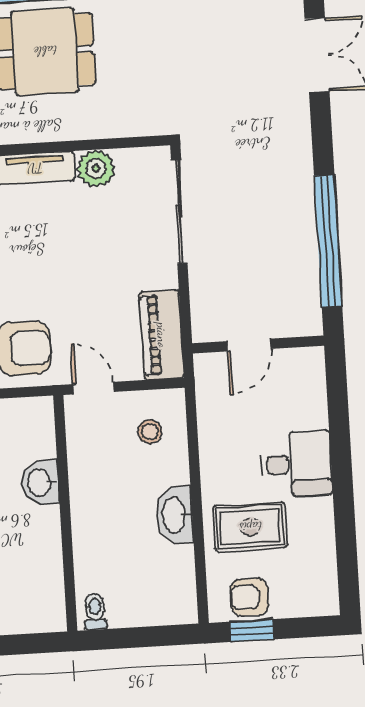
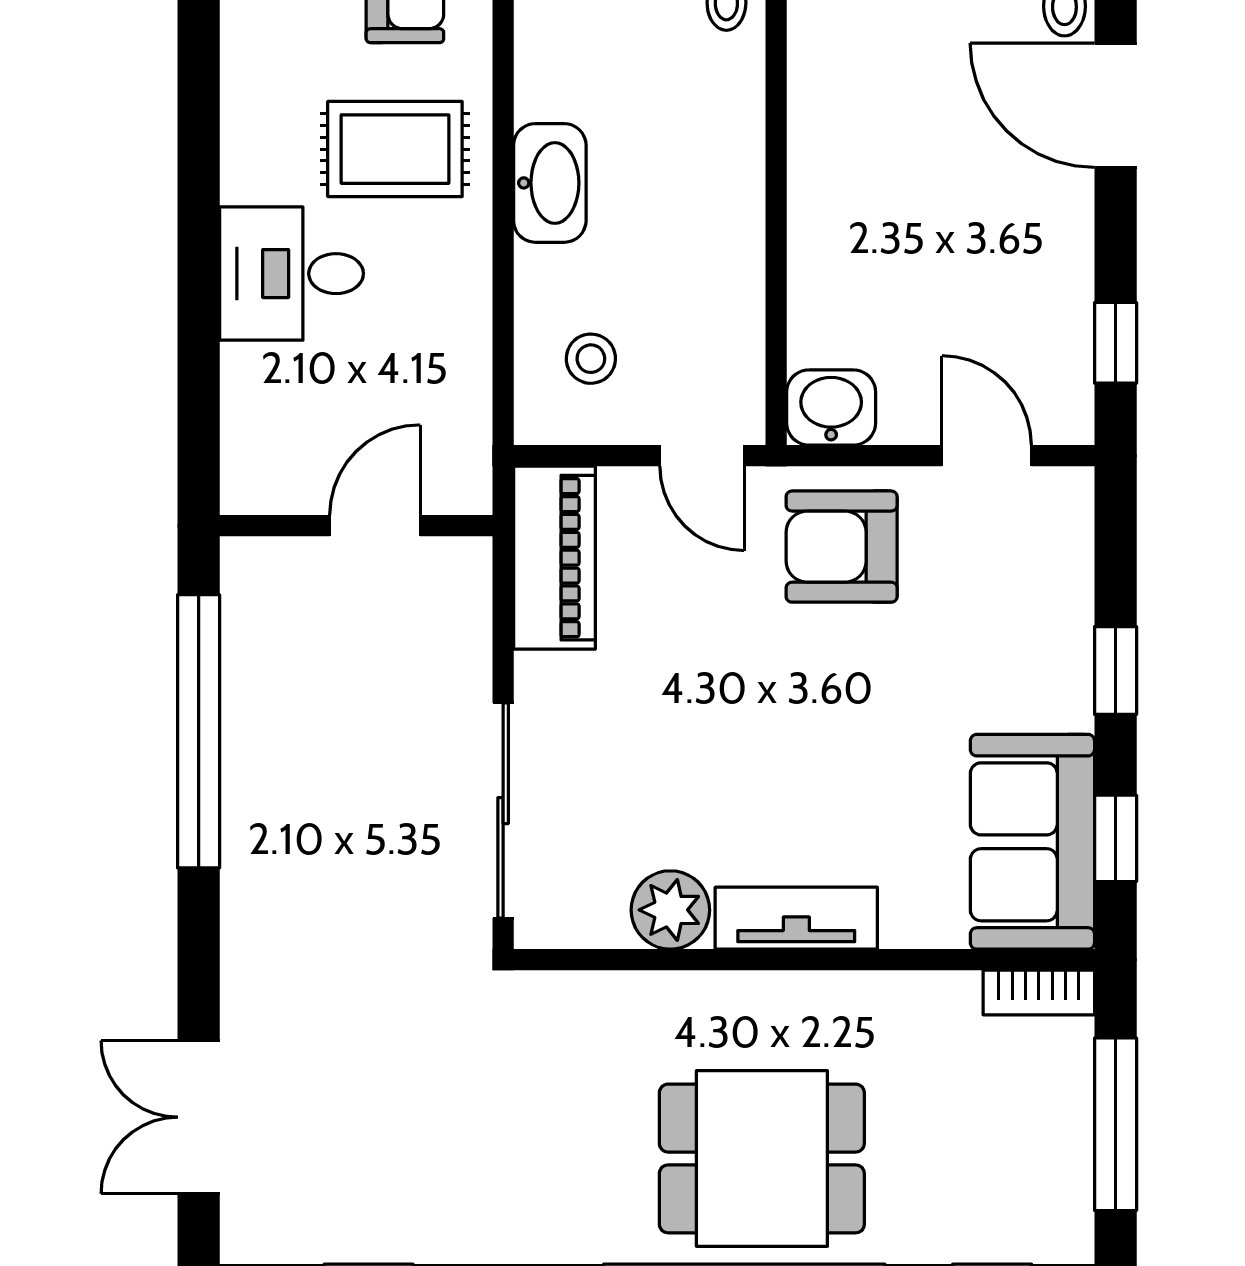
washbasin: (40, 482) -> (831, 408), moved, turned -90

